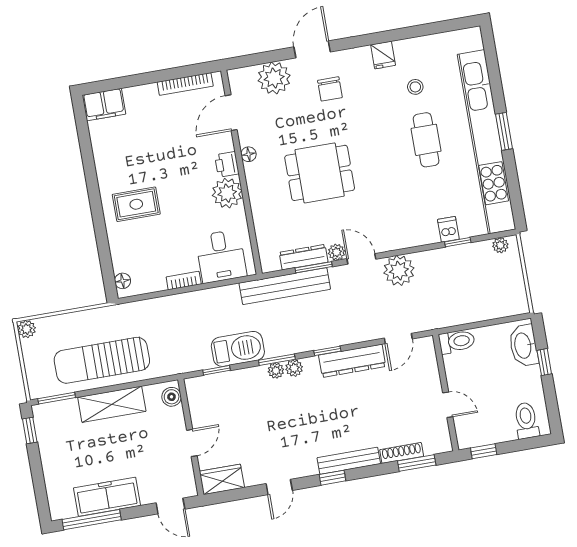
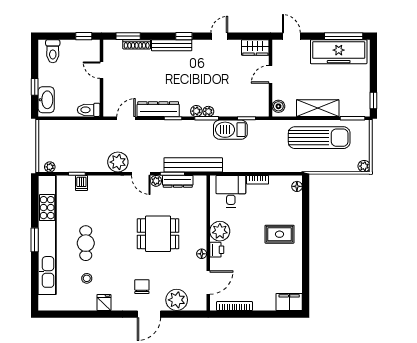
freezer: (107, 497) -> (339, 52), width x1.36, depth x1.26

